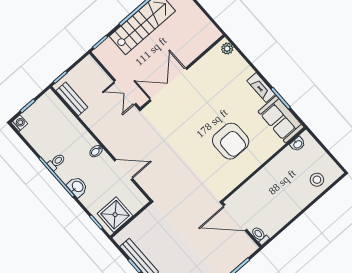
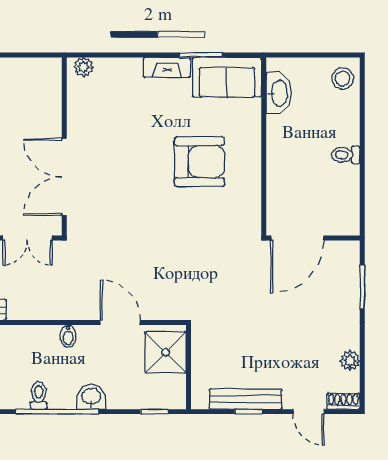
washbasin: (298, 144) -> (279, 93), width x1.91, depth x1.45
door: (124, 170) -> (120, 322), hinge flipped
stool: (317, 180) -> (343, 79), moved
shower: (115, 215) -> (166, 352), moved
toilet: (260, 235) -> (346, 155), moved

